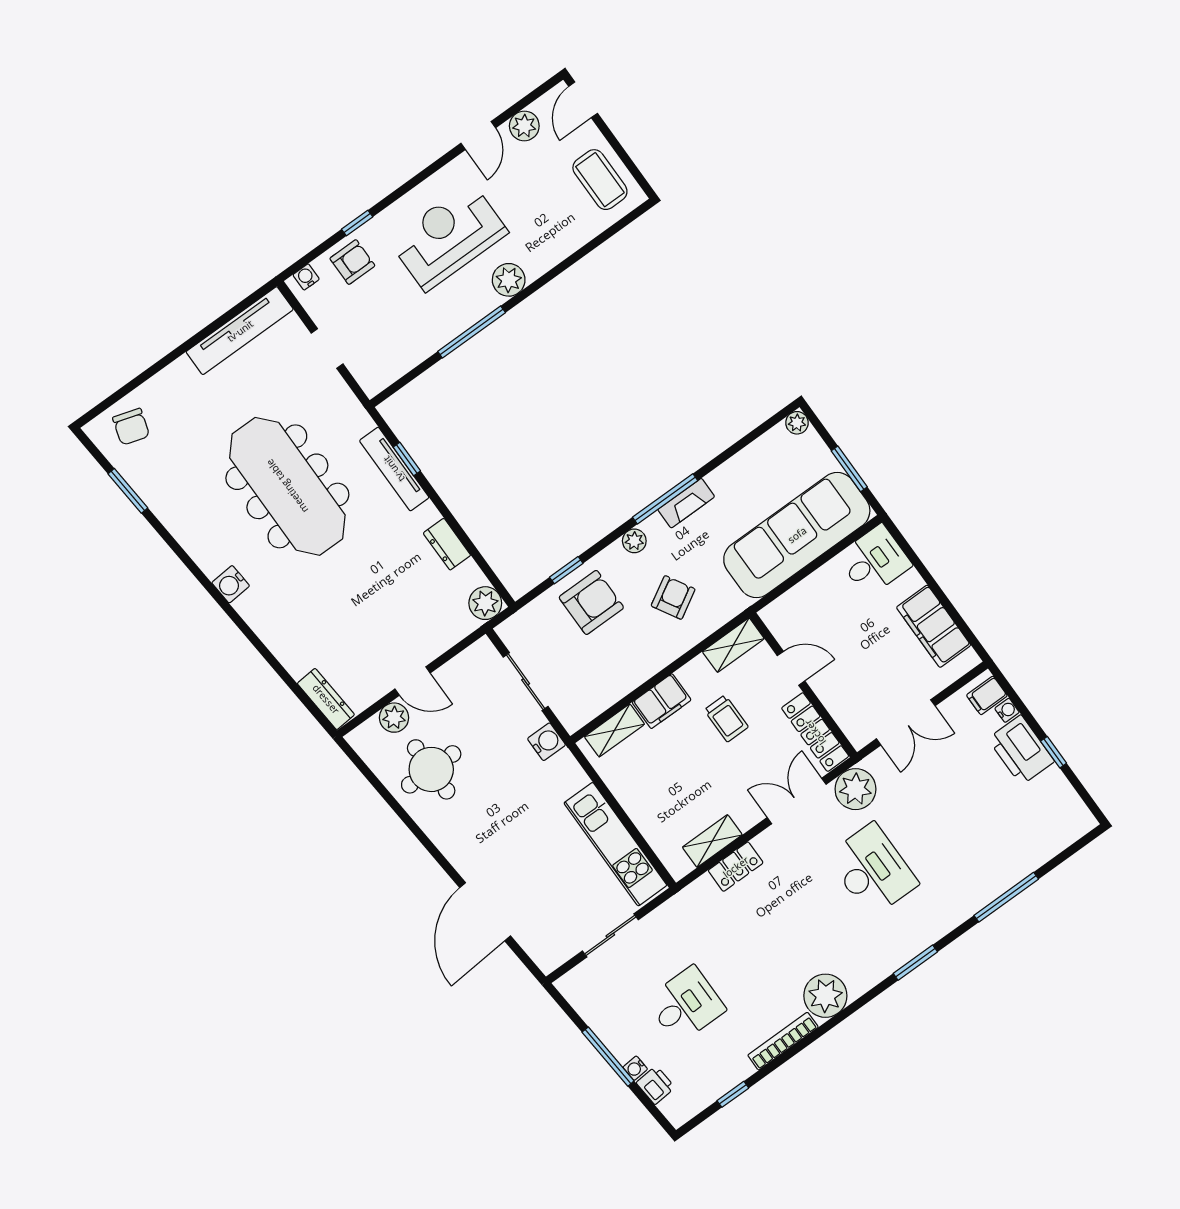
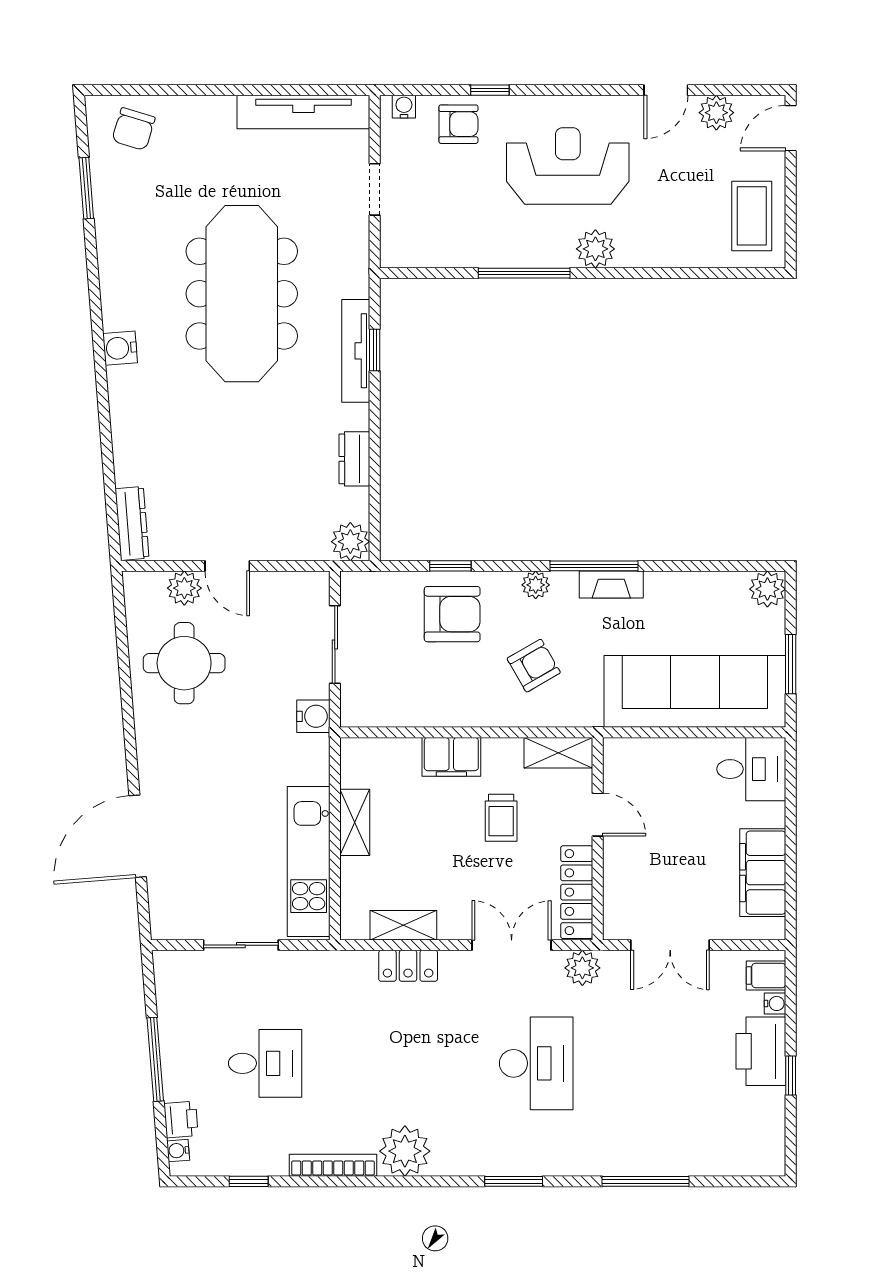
plant: (797, 423) -> (767, 589), width x1.38, depth x1.38
shelving: (614, 730) -> (355, 822), moved, turned 90
plant: (855, 789) -> (582, 968), width x0.73, depth x0.73
water cooler: (635, 1068) -> (178, 1151), moved

